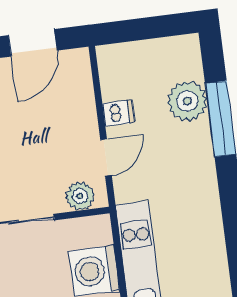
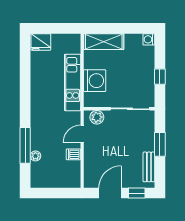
plant: (187, 101) -> (35, 156), width x0.53, depth x0.53

